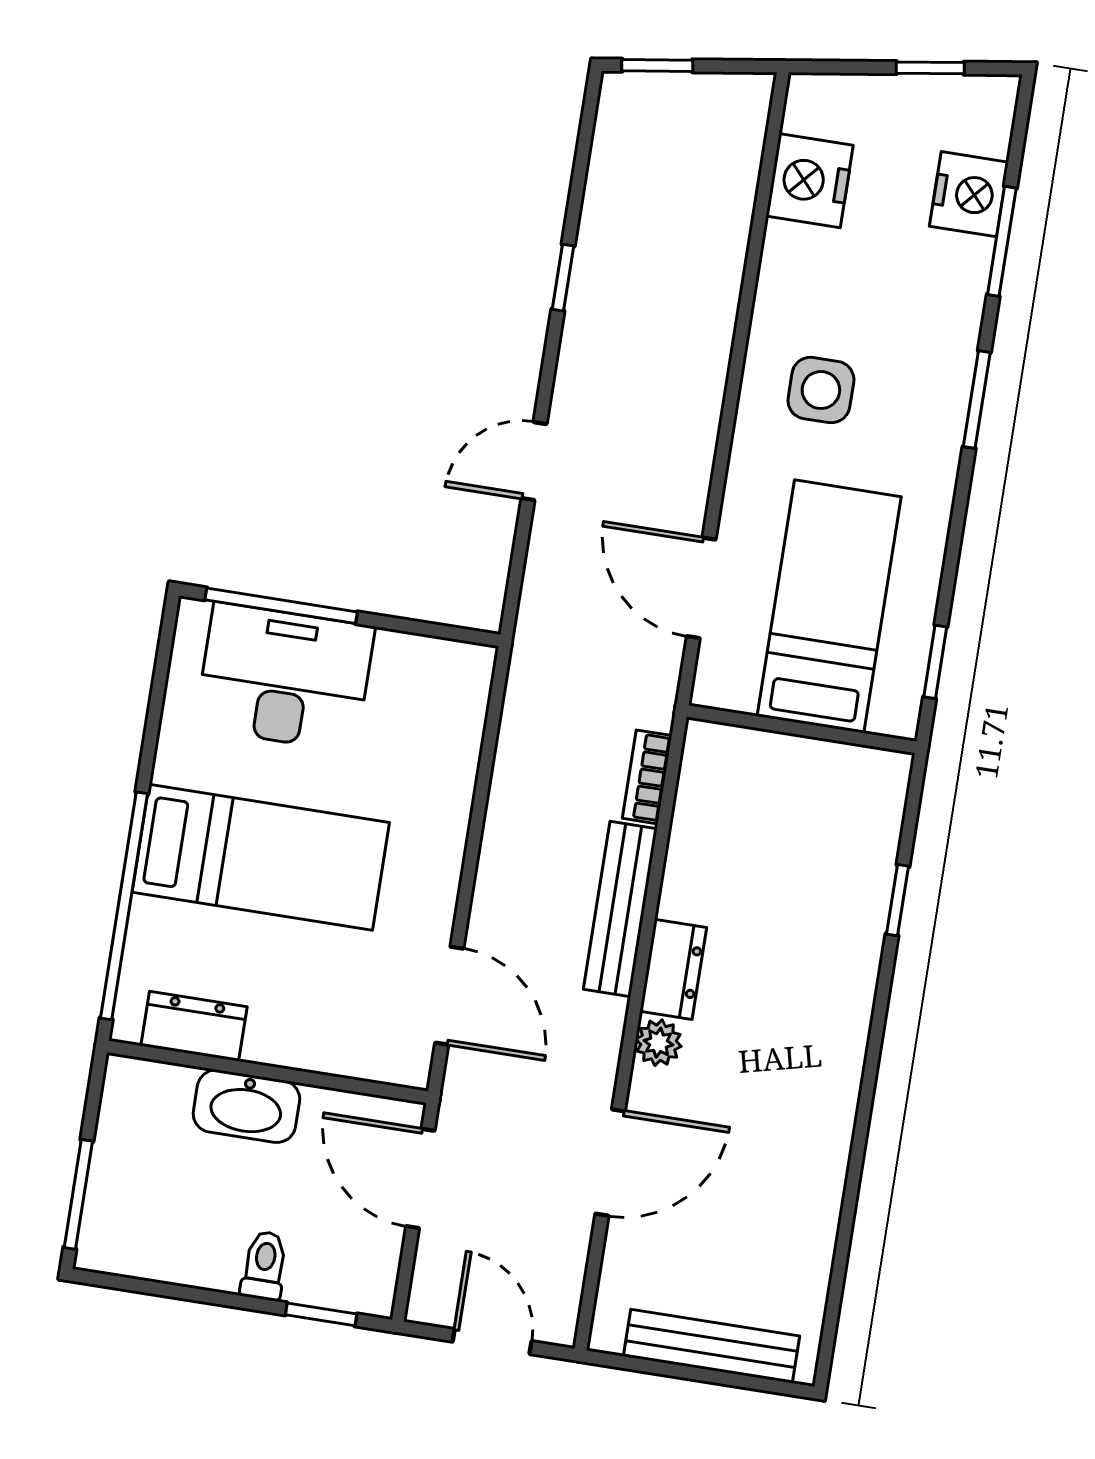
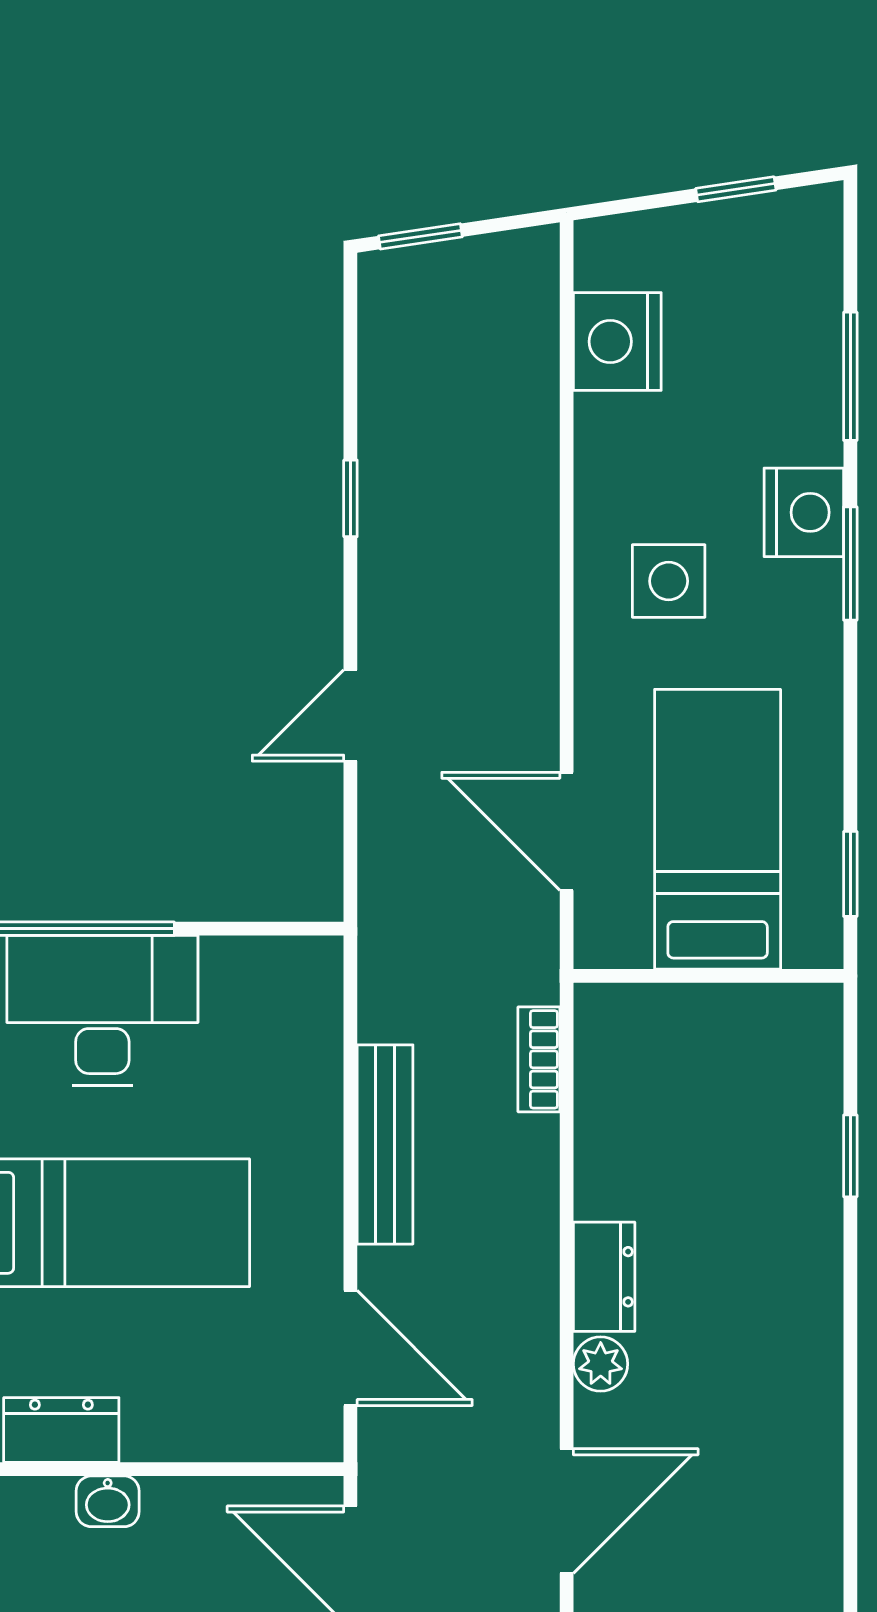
nightstand: (969, 194) -> (804, 512), moved
bench: (620, 909) -> (385, 1144), moved
washbasin: (246, 1106) -> (108, 1501), width x0.52, depth x0.69

